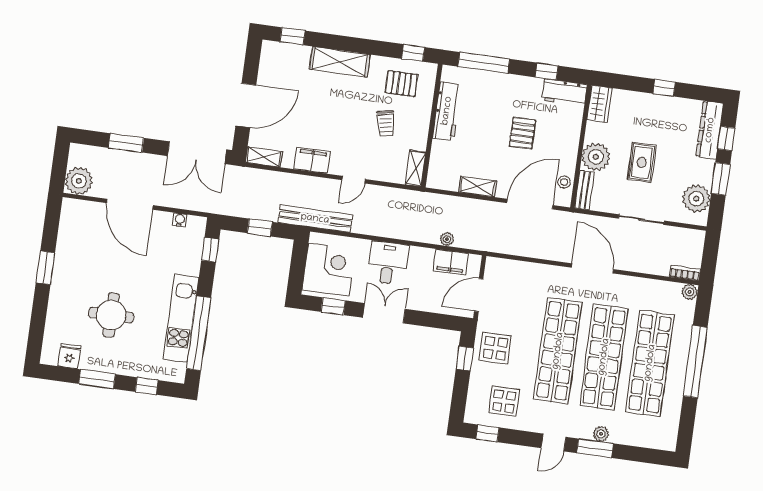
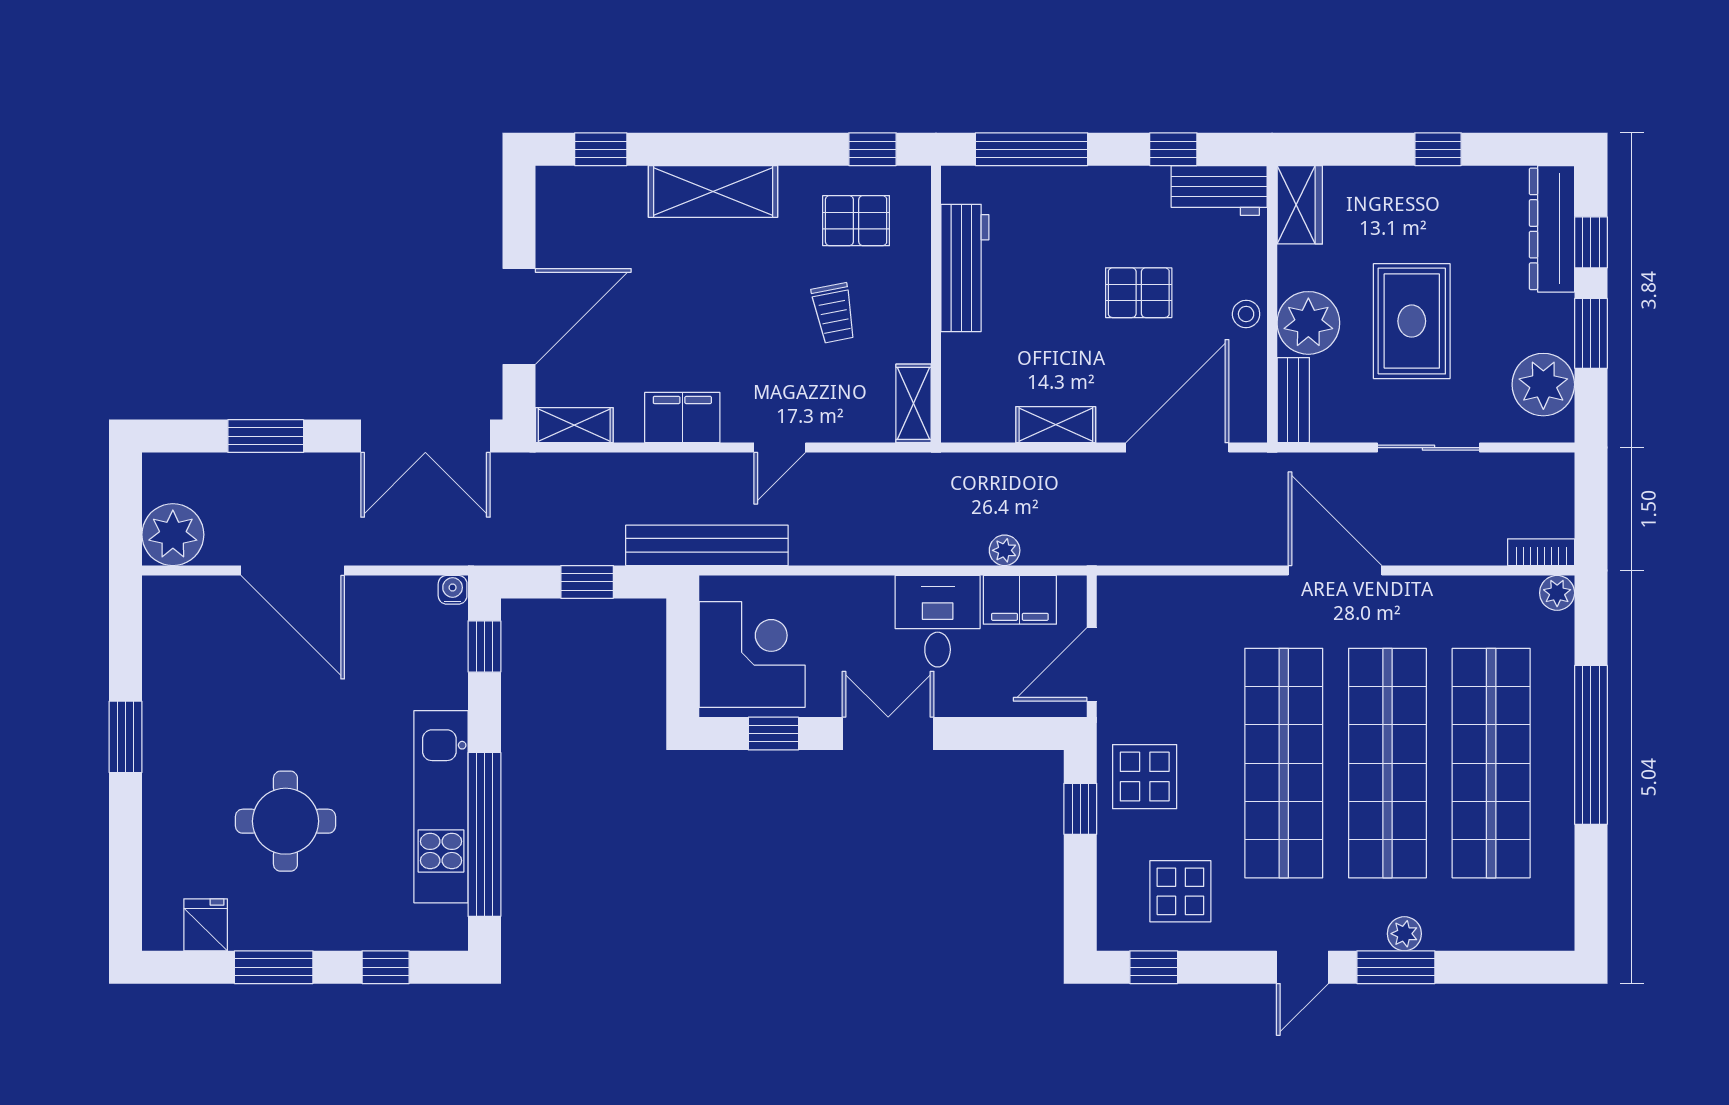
pallet: (522, 133) -> (1139, 293), turned 90
rug: (642, 162) -> (1412, 321), width x1.36, depth x1.43
stool: (564, 182) -> (1246, 314), moved
water cooler: (180, 220) -> (453, 590), moved
desk: (388, 263) -> (938, 621), moved

